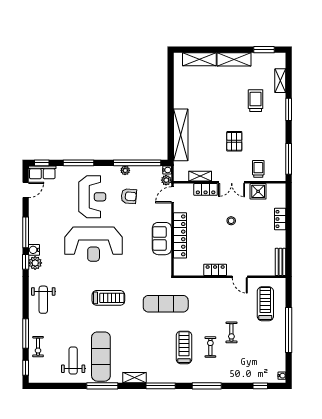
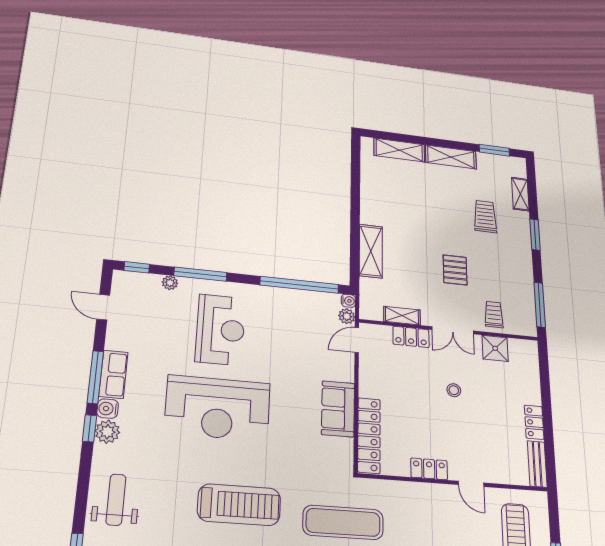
shelving: (181, 135) -> (371, 251), width x0.68
plant: (125, 170) -> (170, 283), moved
row of seats: (42, 172) -> (113, 374), moved, turned -90
door: (26, 190) -> (103, 307), swing flipped
armchair: (129, 196) -> (283, 335), removed
locker: (280, 219) -> (534, 422), moved
locker: (180, 235) -> (369, 435), moved
treadmill: (108, 298) -> (239, 505), width x1.37, depth x1.38
weight bench: (43, 300) -> (116, 500), turned 180

